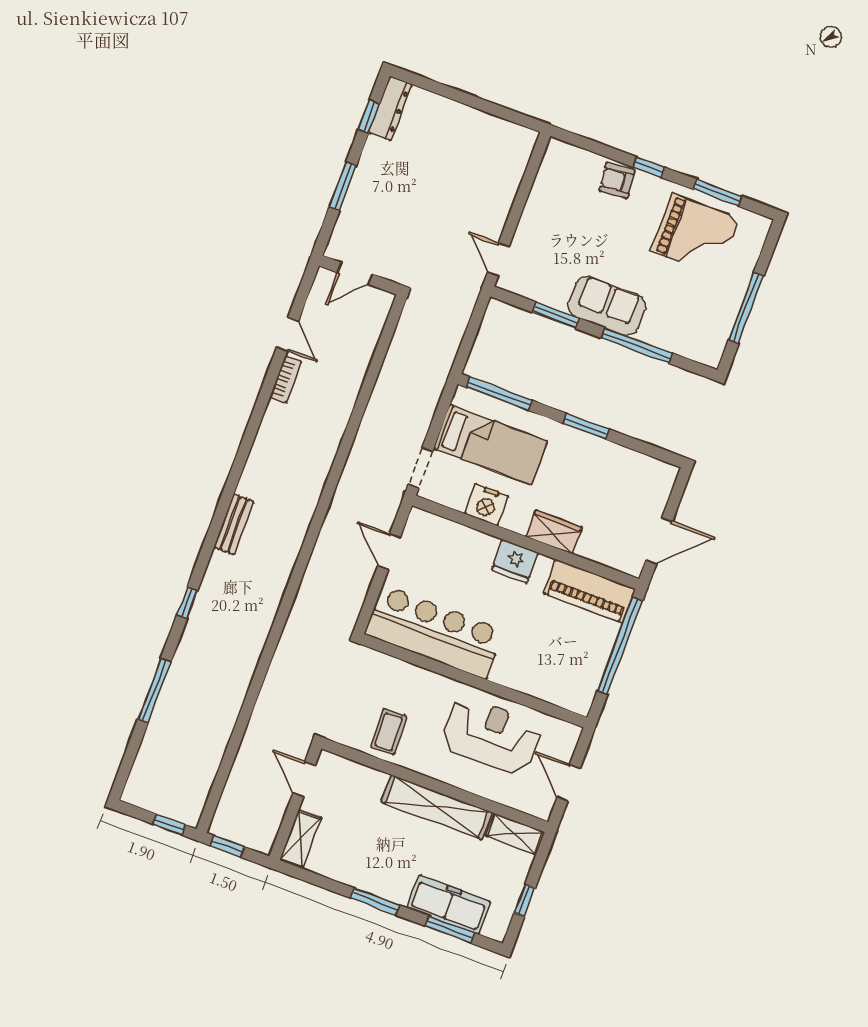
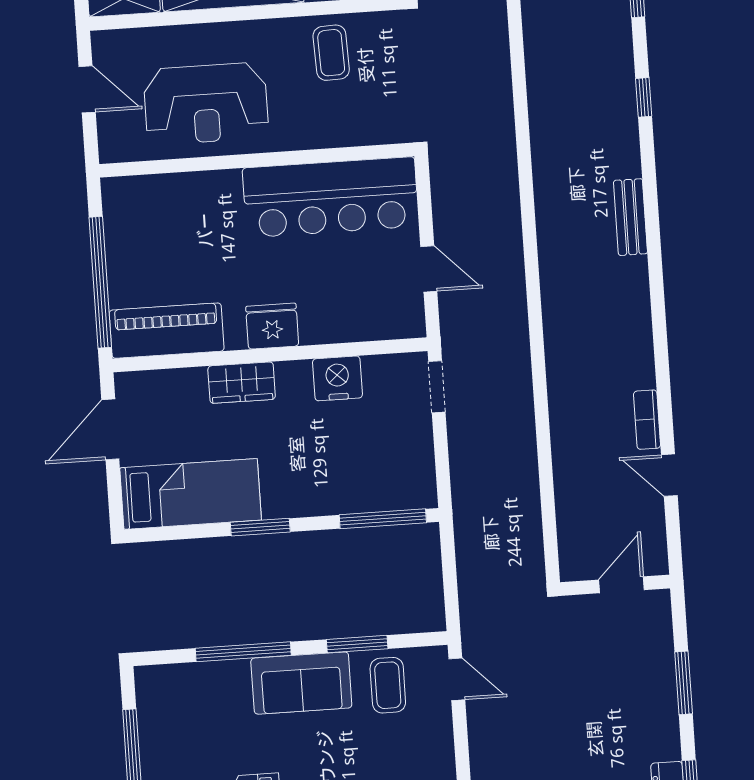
coffee table: (548, 277) -> (388, 685), added
bed: (490, 445) -> (191, 494), moved, turned 180

